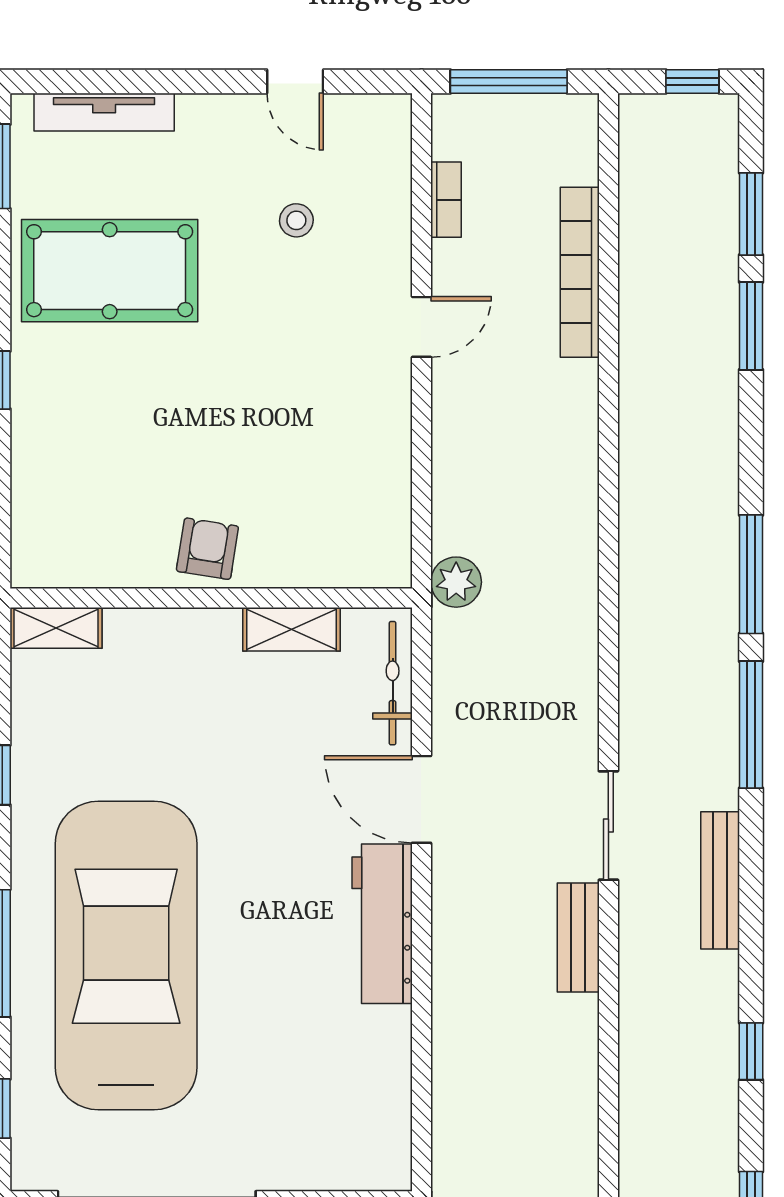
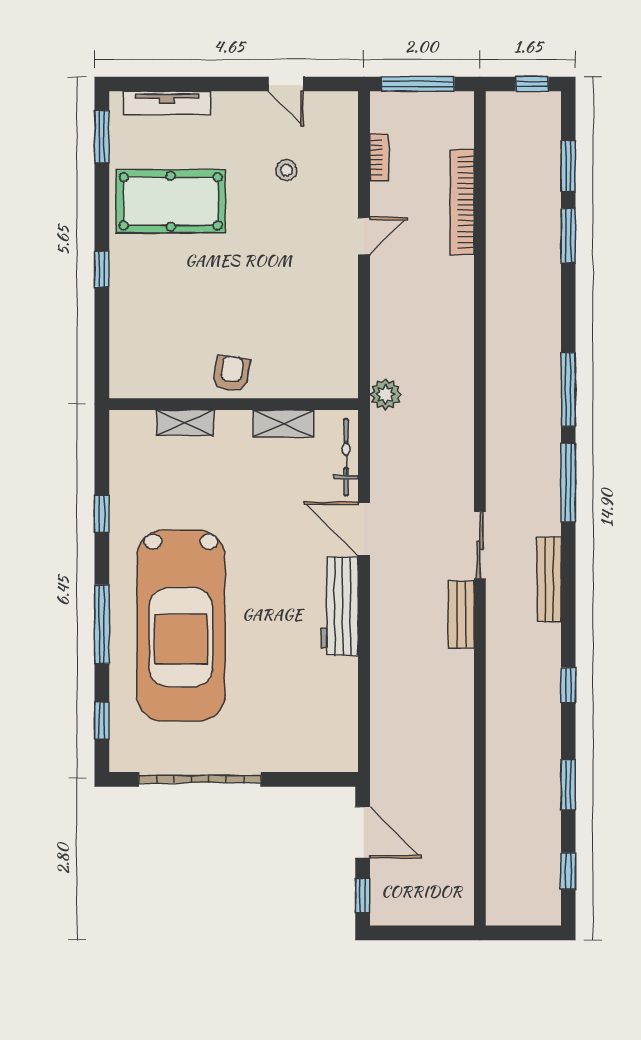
shelving: (56, 628) -> (185, 423), moved
car: (126, 955) -> (181, 626), turned 180

